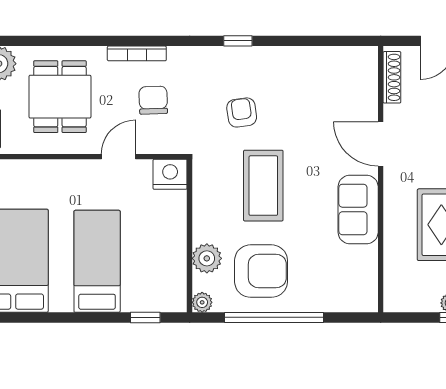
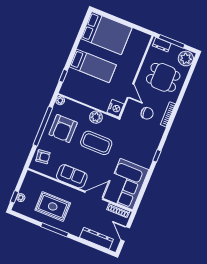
corner sofa: (327, 83) -> (126, 184), added
armchair: (242, 112) -> (43, 157), moved
plant: (207, 258) -> (96, 117), moved

